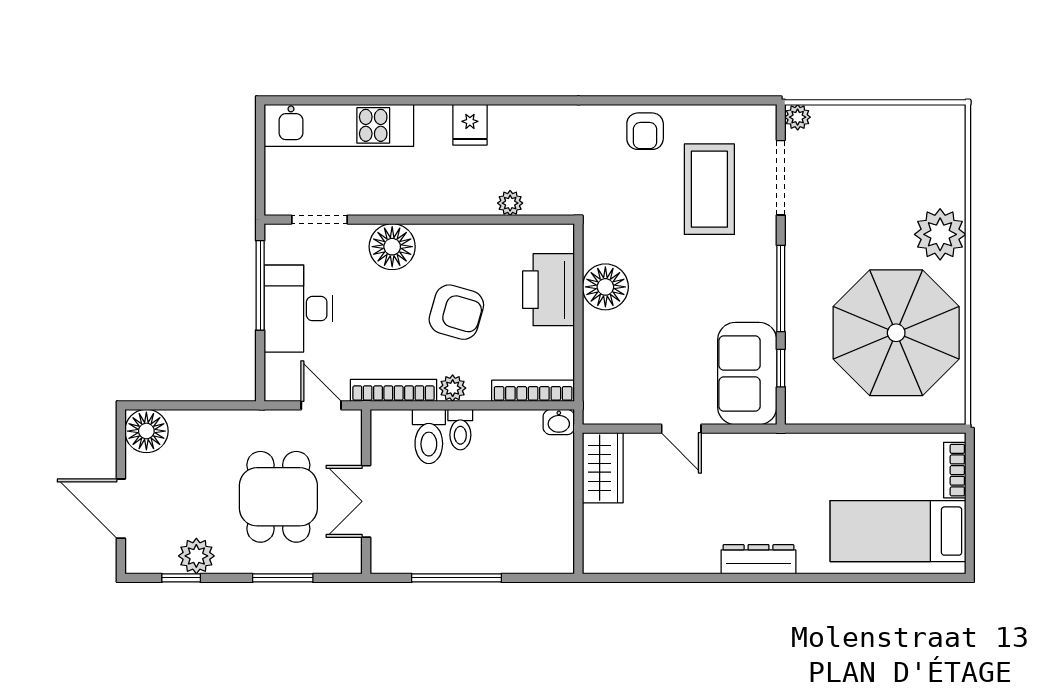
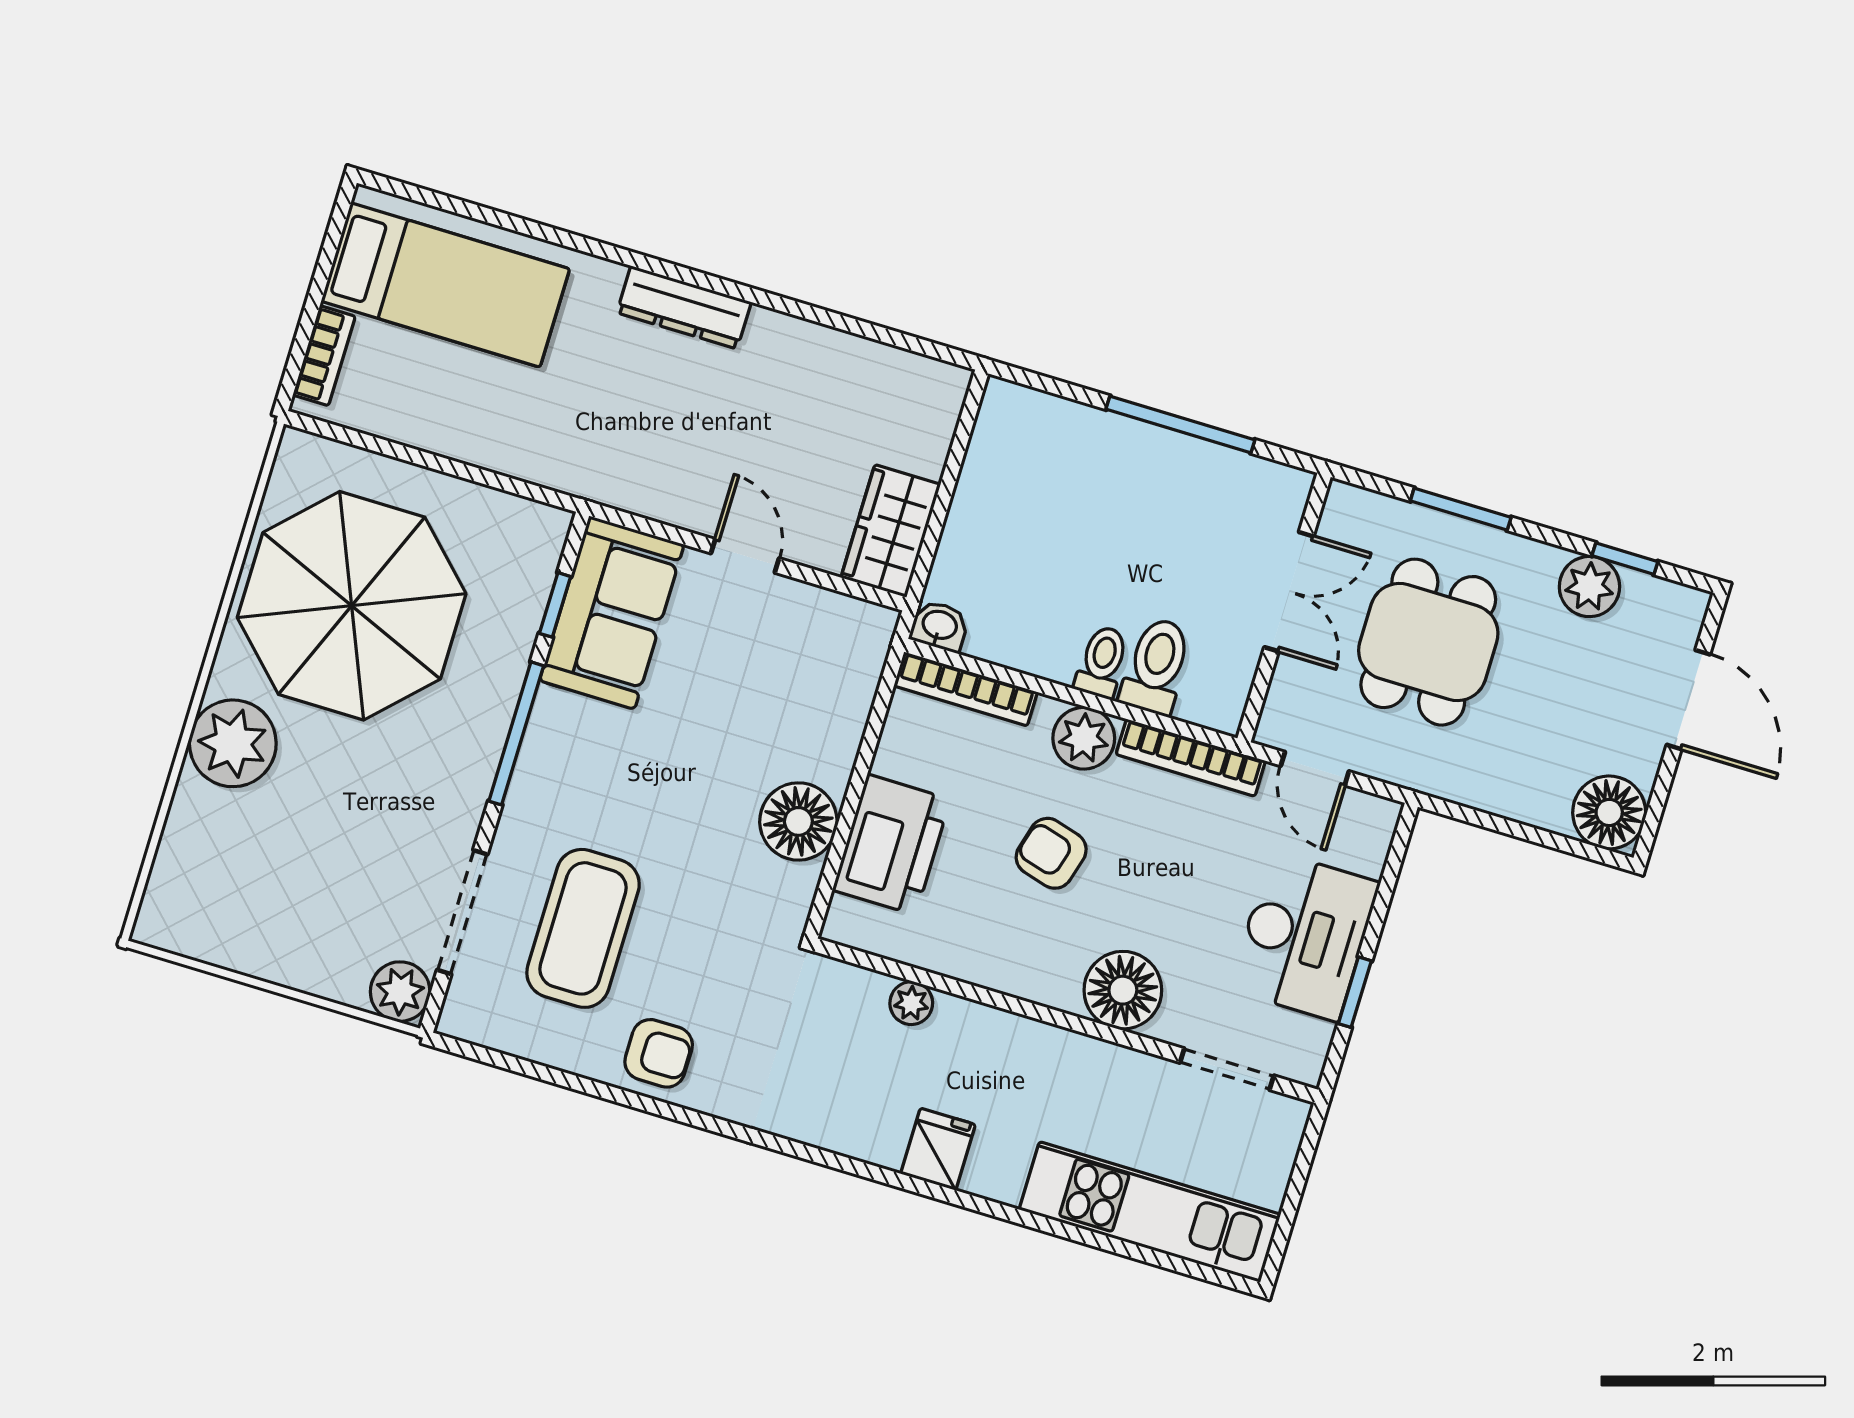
plant: (798, 117) -> (400, 992), width x1.38, depth x1.38
armchair: (645, 131) -> (659, 1053), turned 90
window: (260, 285) -> (1355, 992), width x0.46
armchair: (456, 312) -> (1051, 853), width x0.72, depth x0.72
plant: (453, 388) -> (1084, 738), width x1.38, depth x1.38

